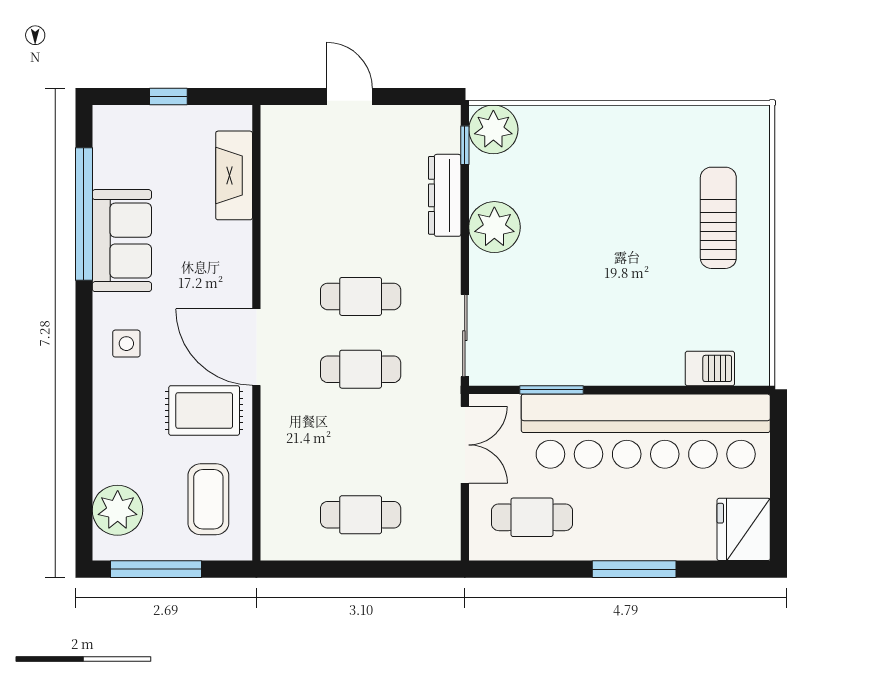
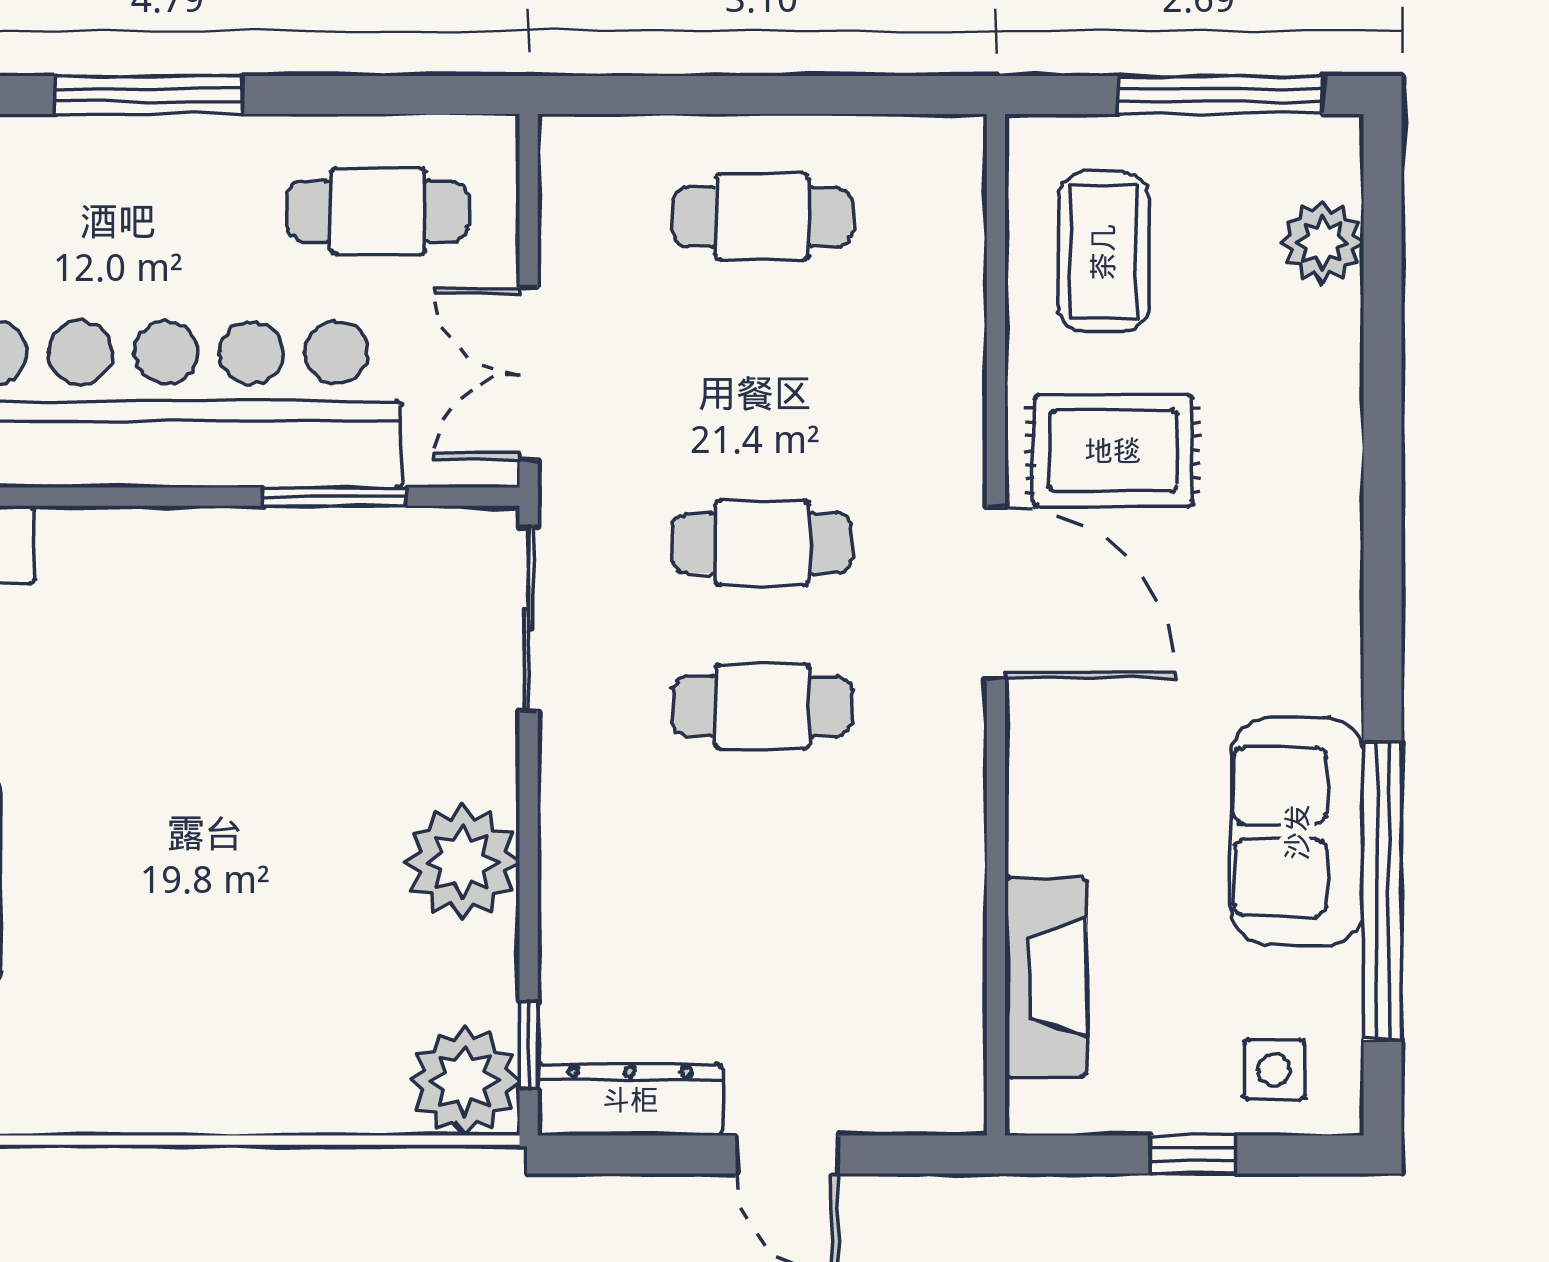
dresser: (445, 195) -> (630, 1100), moved, turned -90
side table: (126, 344) -> (1274, 1070), moved
plant: (118, 510) -> (1322, 242), width x0.73, depth x0.73

